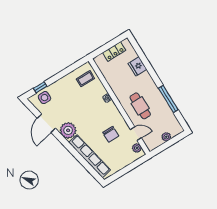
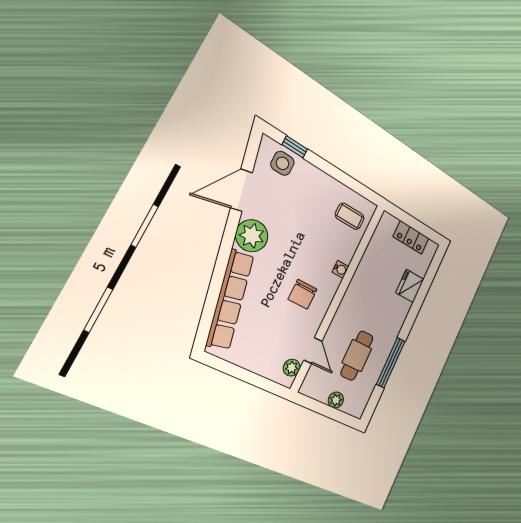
cafe table: (140, 106) -> (357, 356), moved
chair: (111, 134) -> (303, 294), moved

